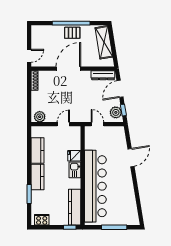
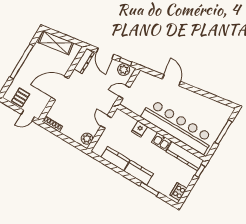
pallet: (72, 33) -> (21, 97), moved
door: (29, 56) -> (28, 116), swing flipped
door: (68, 69) -> (60, 88), hinge flipped
kitchen sink: (75, 170) -> (161, 142), moved

